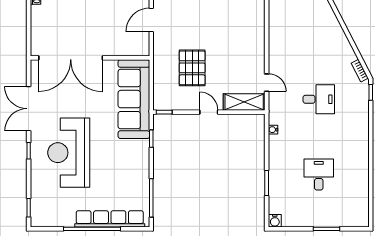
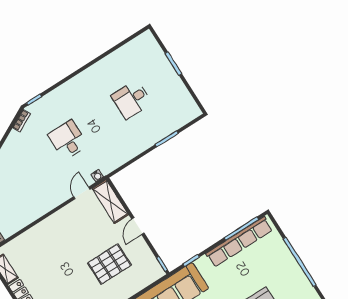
water cooler: (273, 130) -> (97, 176), moved
row of seats: (110, 219) -> (239, 242), moved, turned -90
water cooler: (275, 221) -> (194, 112), removed

